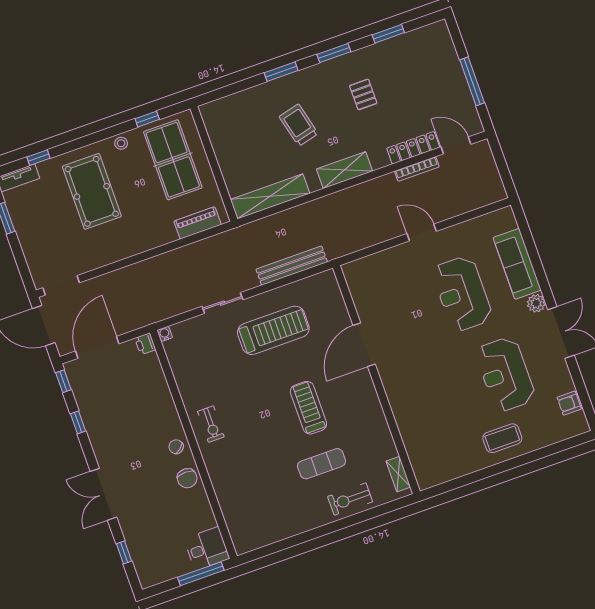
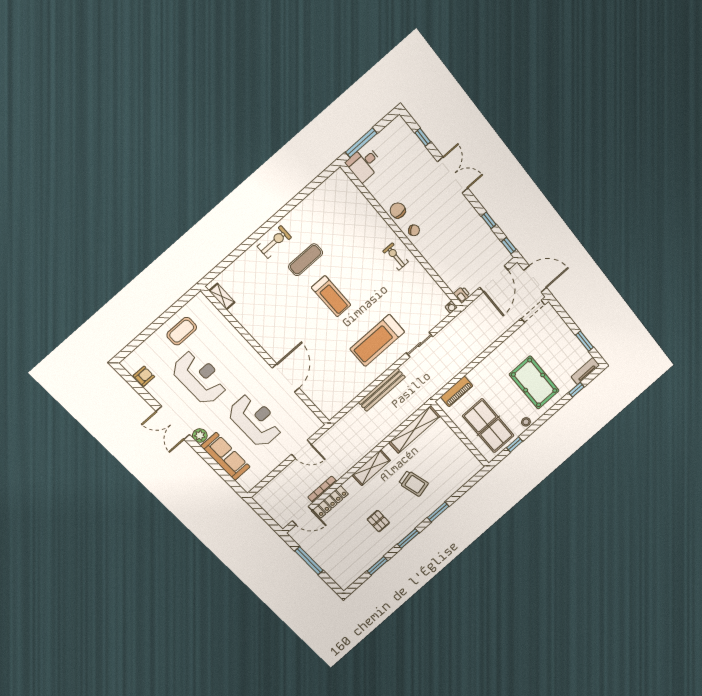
door: (364, 345) -> (286, 378), moved
wall: (376, 380) -> (267, 357), moved
shelving: (398, 474) -> (222, 297), moved

